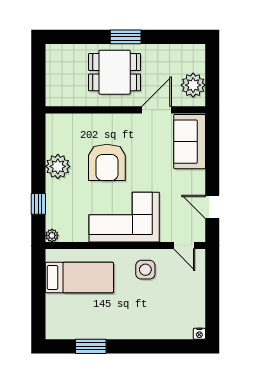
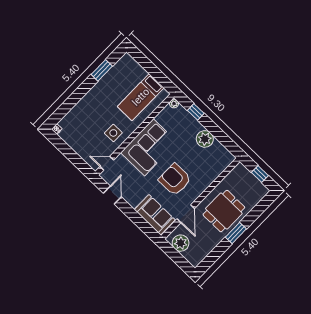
window: (38, 72) -> (260, 174), added
armchair: (107, 162) -> (175, 179), moved
door: (212, 207) -> (112, 195), hinge flipped

